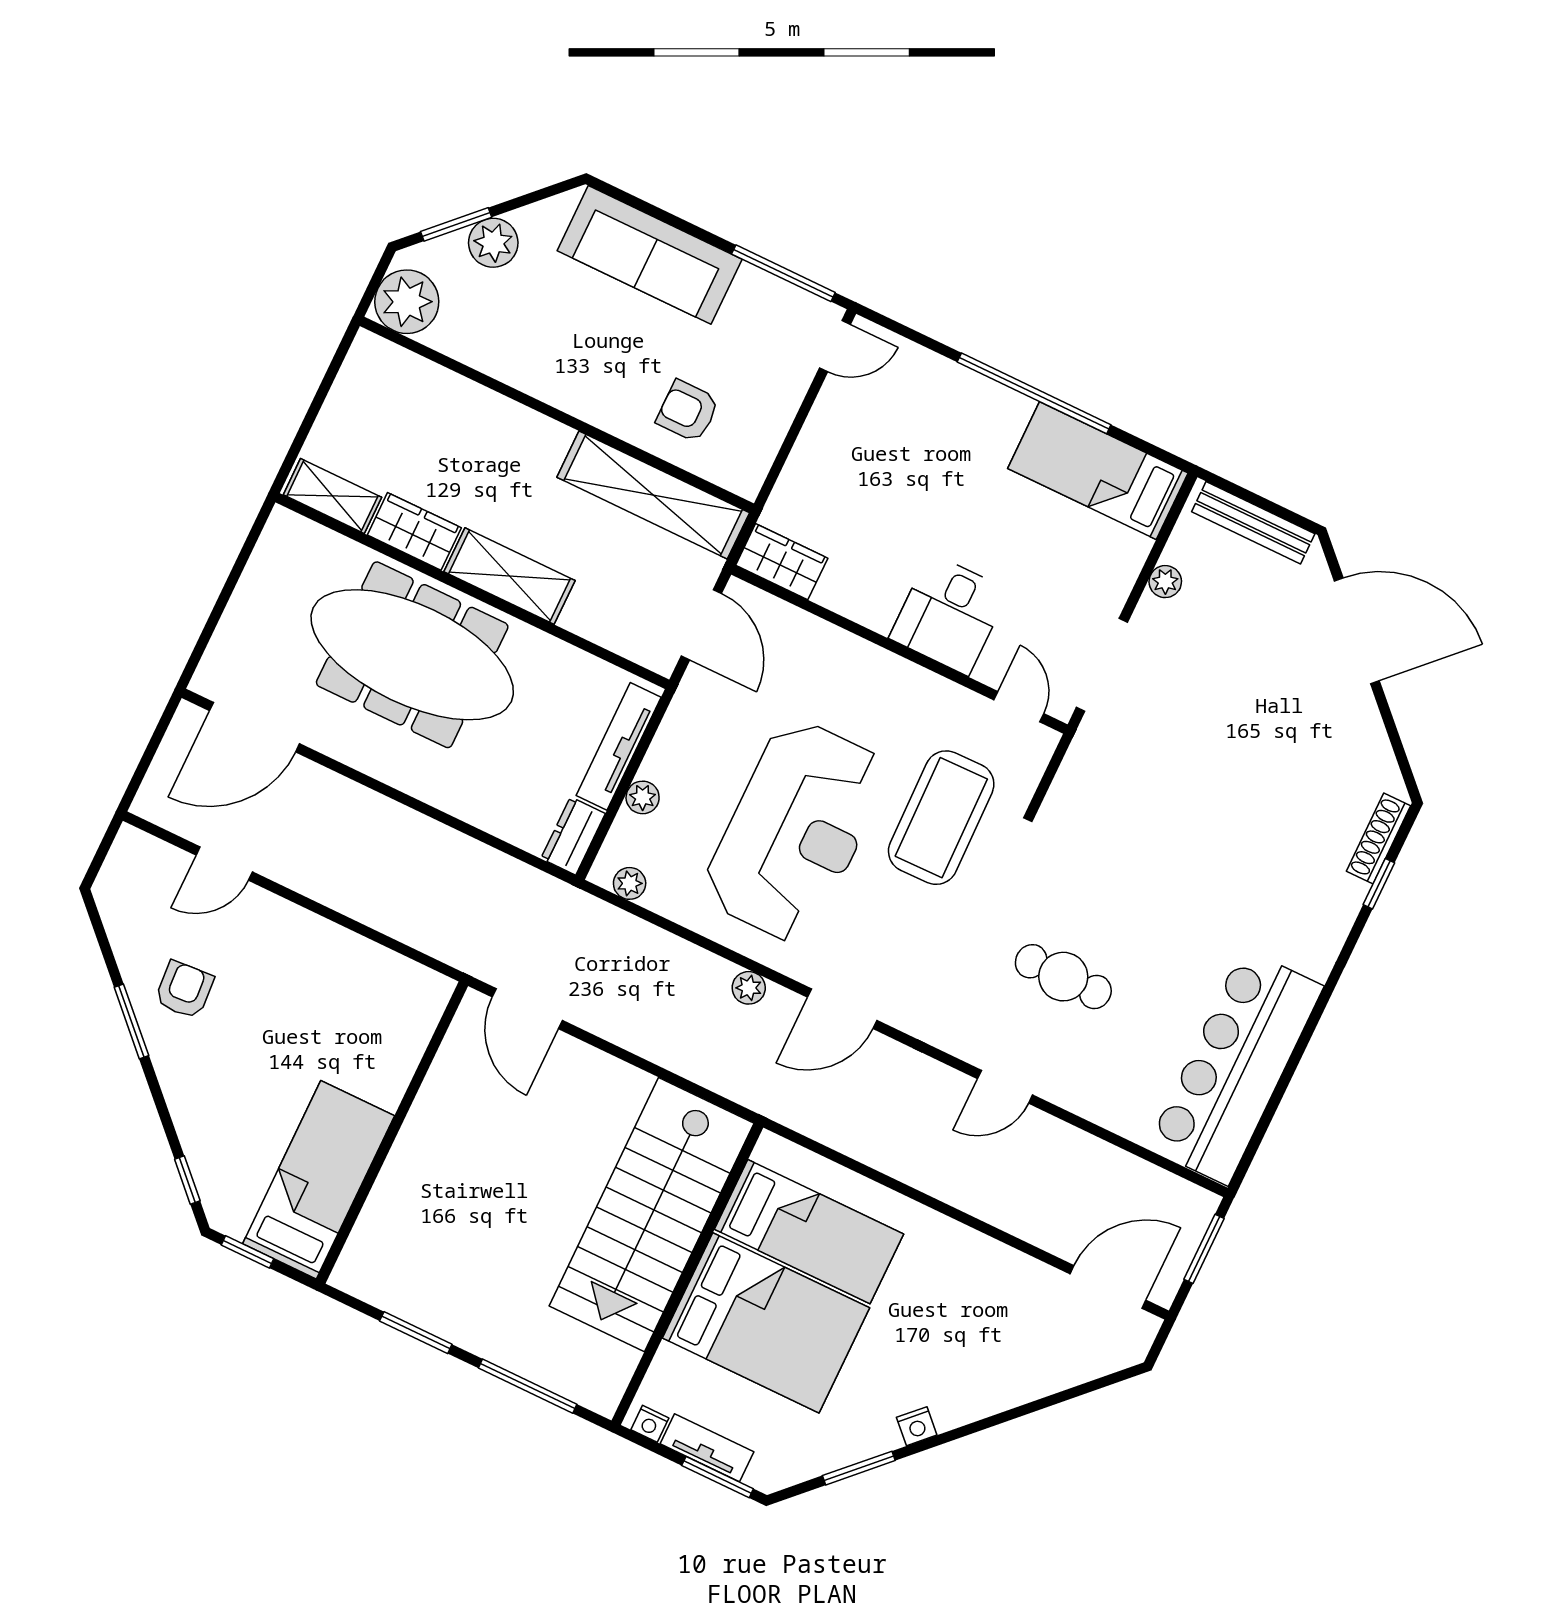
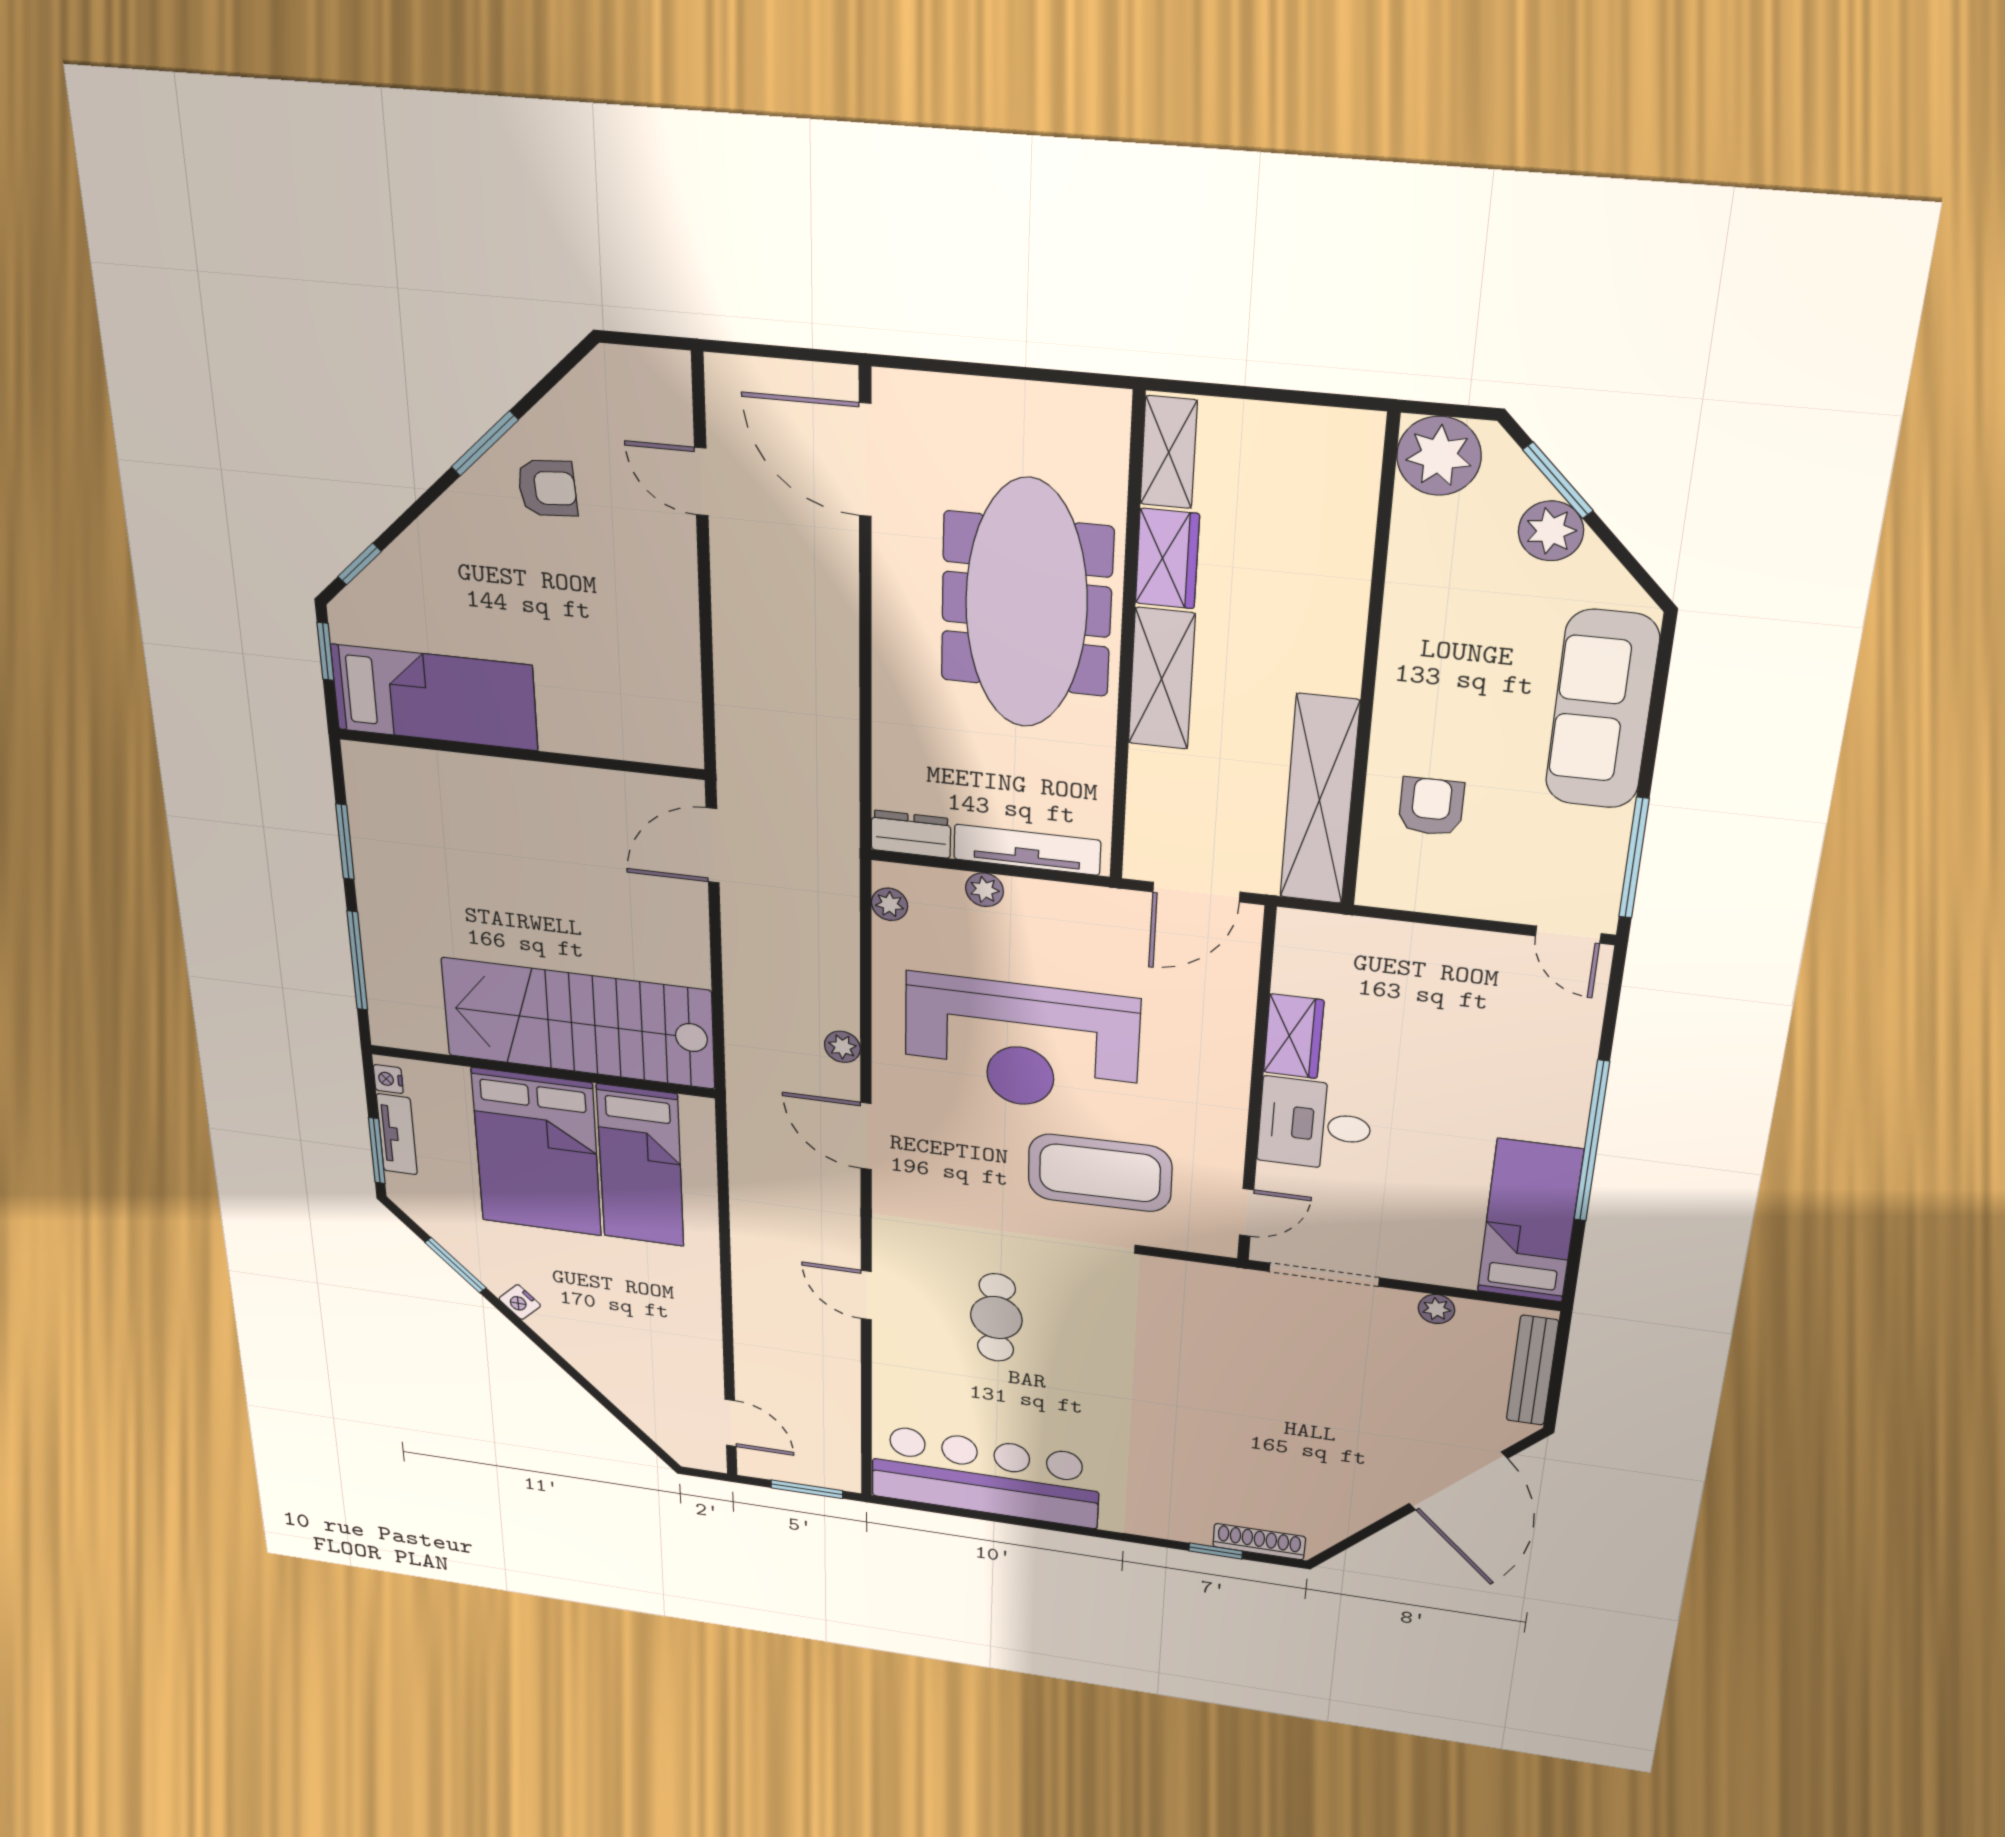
wardrobe: (782, 562) -> (1294, 1036), moved
door: (1108, 1287) -> (731, 1423), width x0.73

